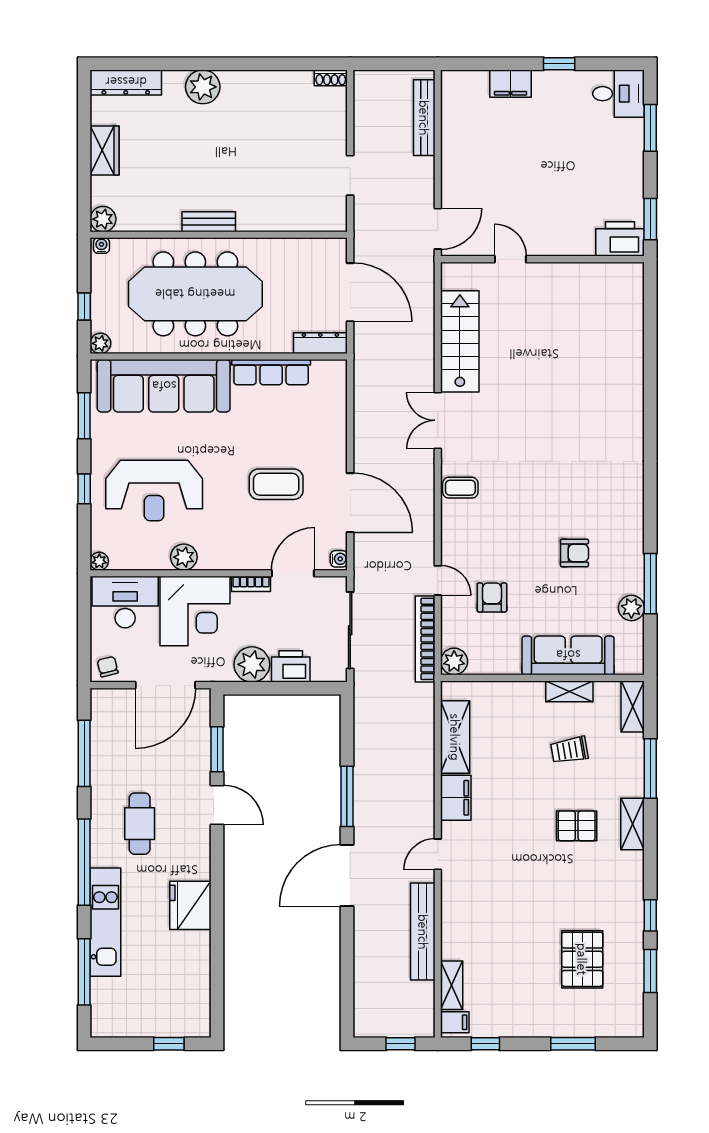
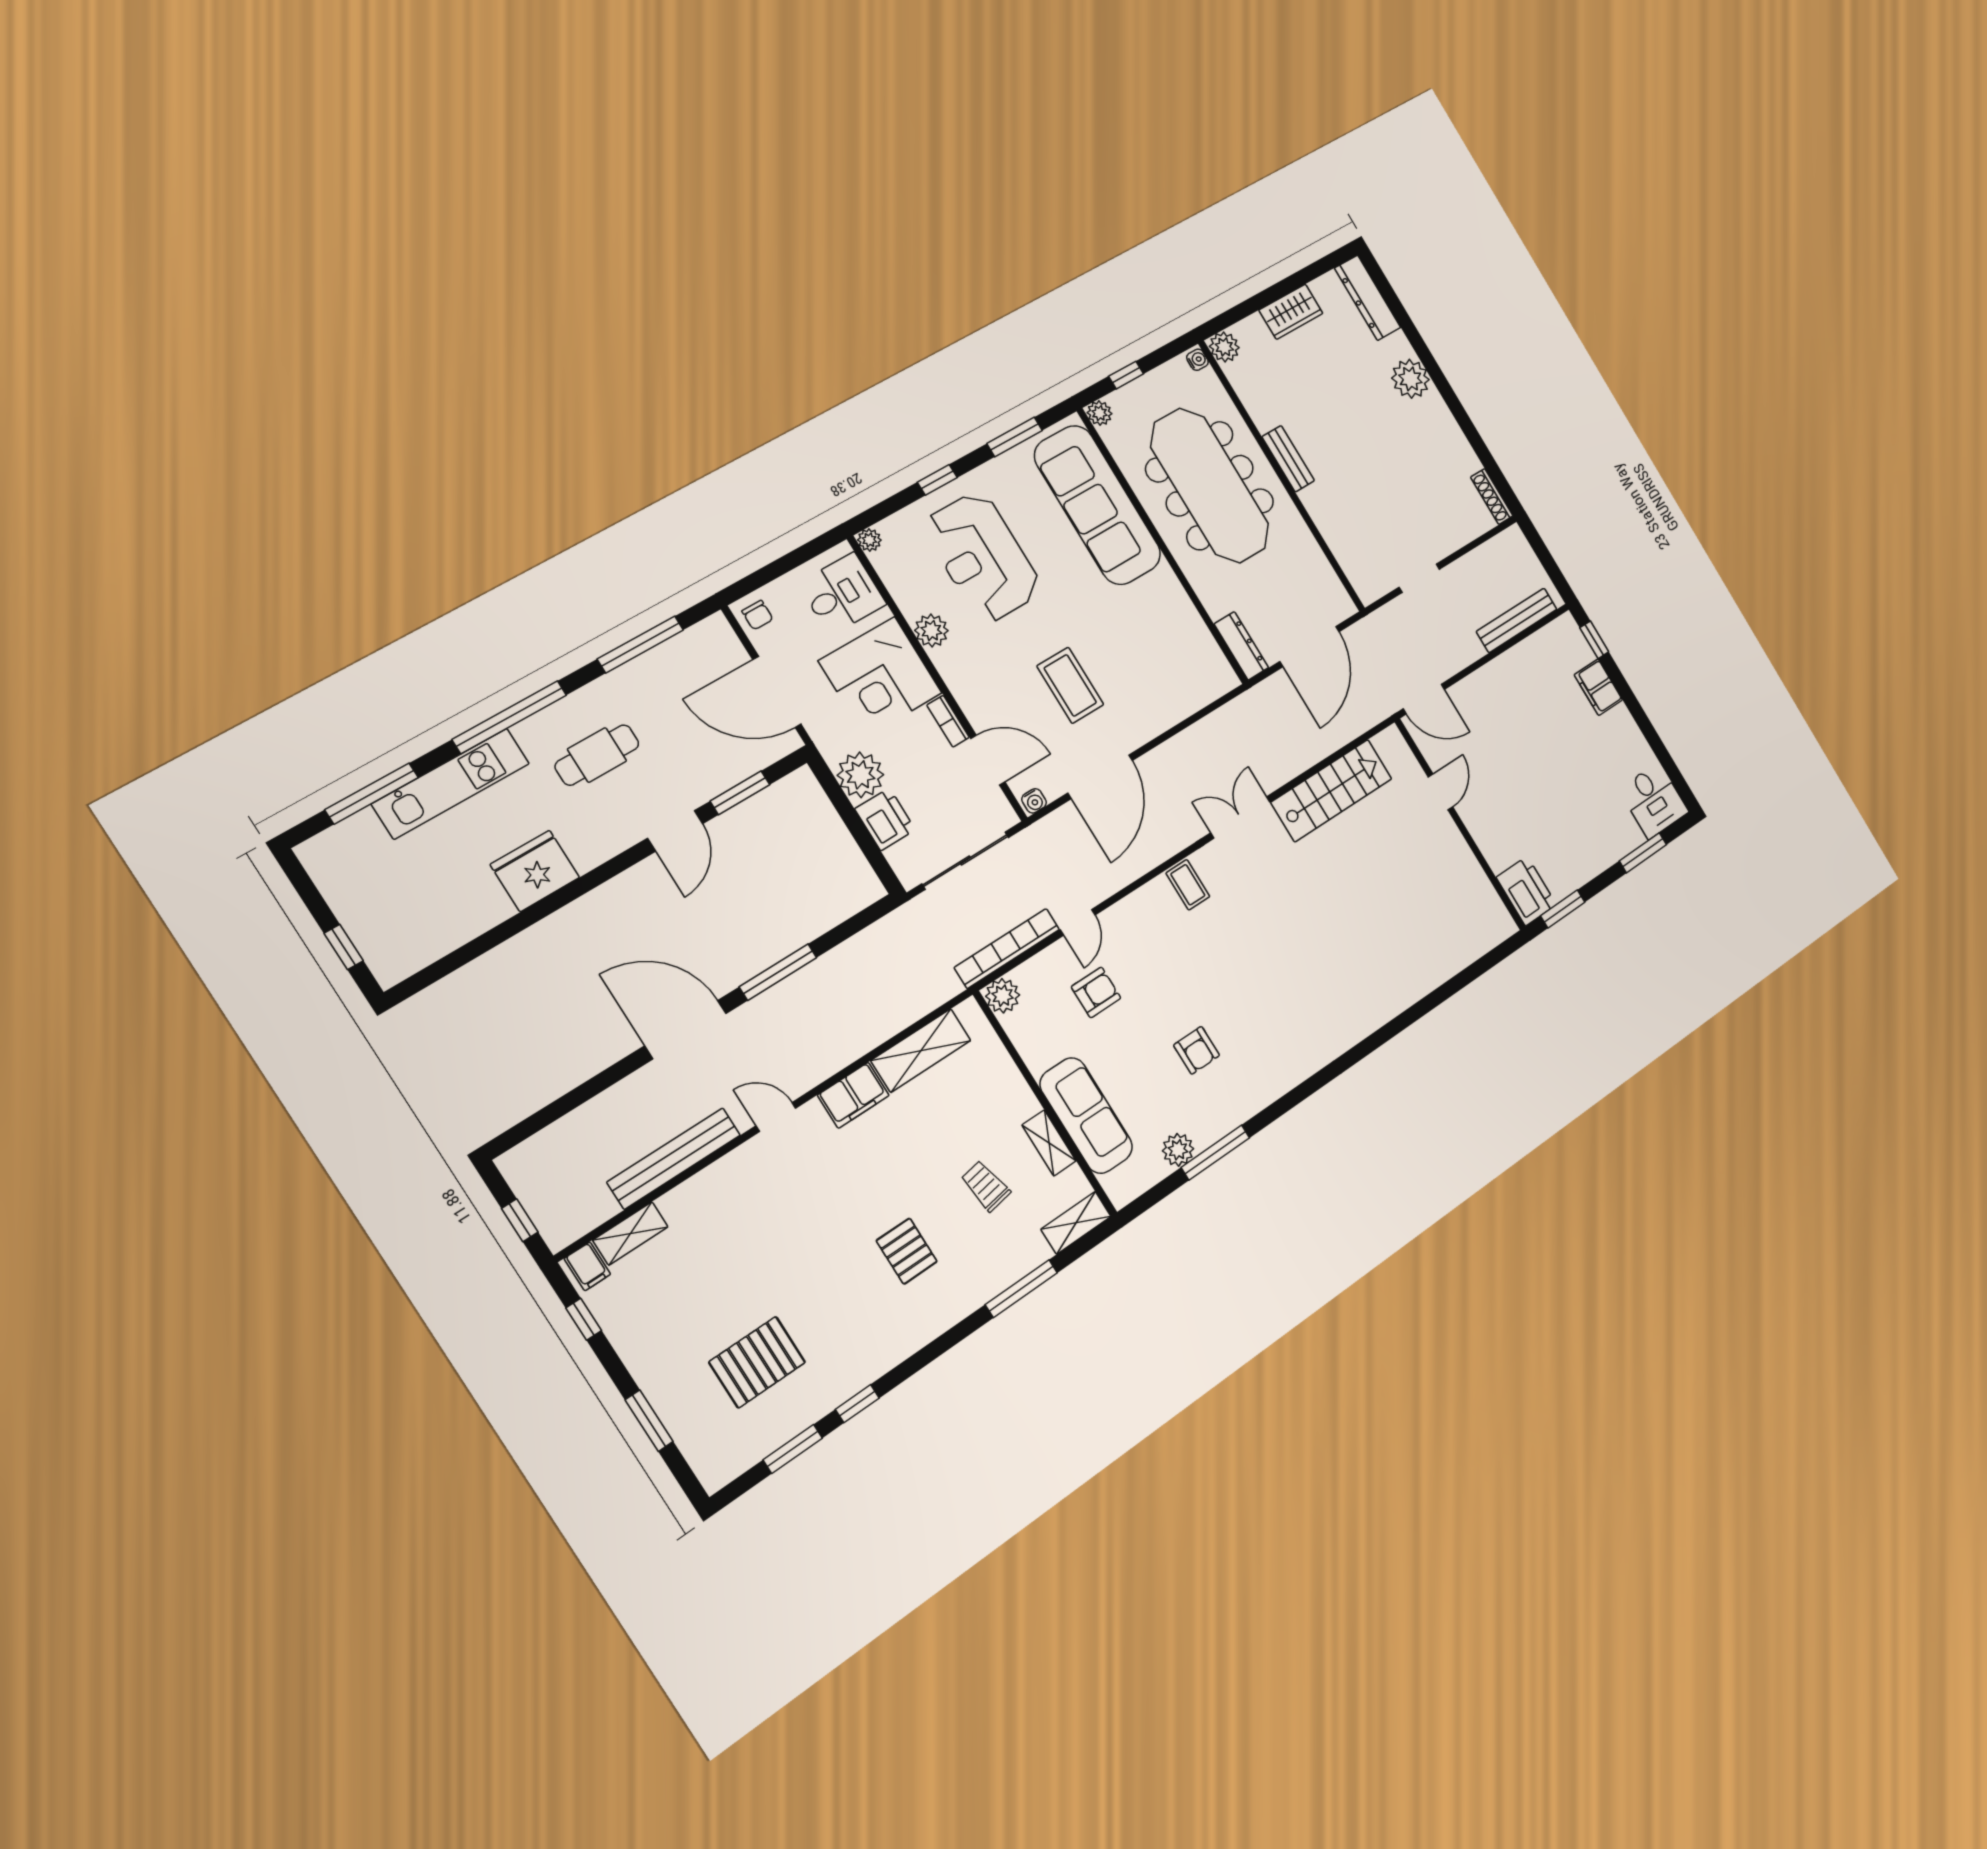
window: (559, 64) -> (1594, 640), moved
shoe rack: (331, 78) -> (1492, 497), width x1.43
row of seats: (271, 372) -> (1181, 611), removed
desk: (125, 602) -> (842, 594), width x0.73
chair: (108, 667) -> (758, 615), turned 104
shelving: (633, 824) -> (948, 1312), removed

